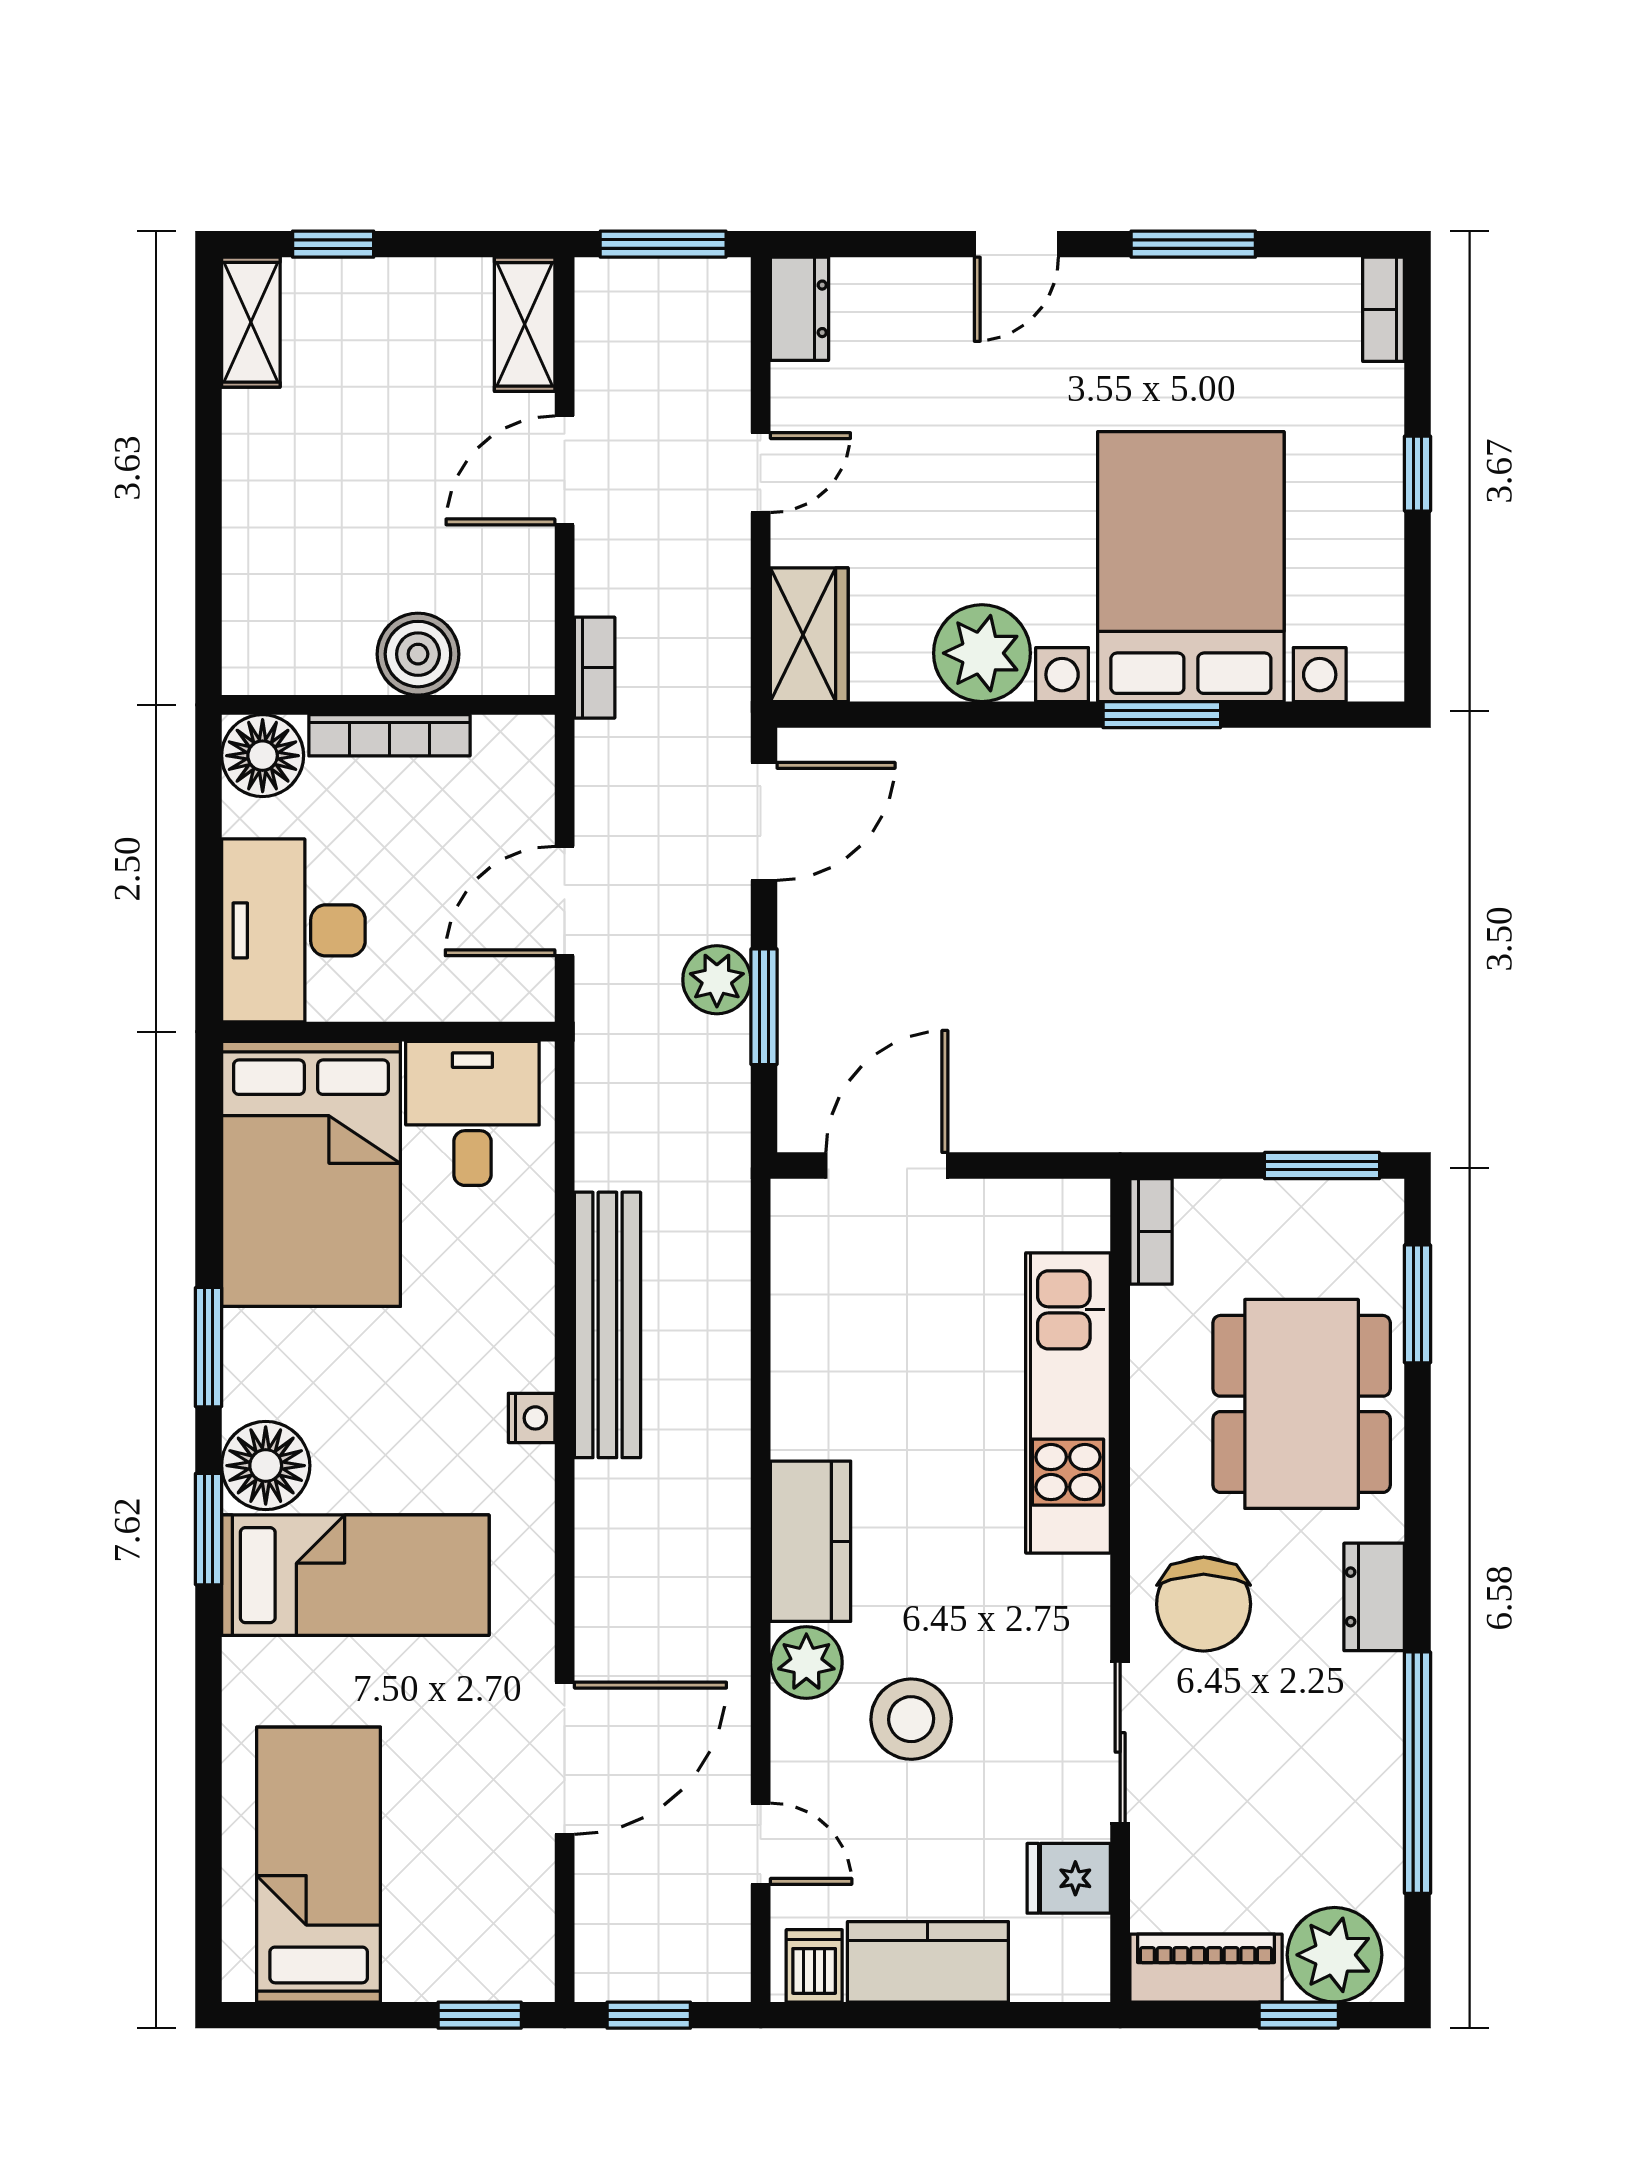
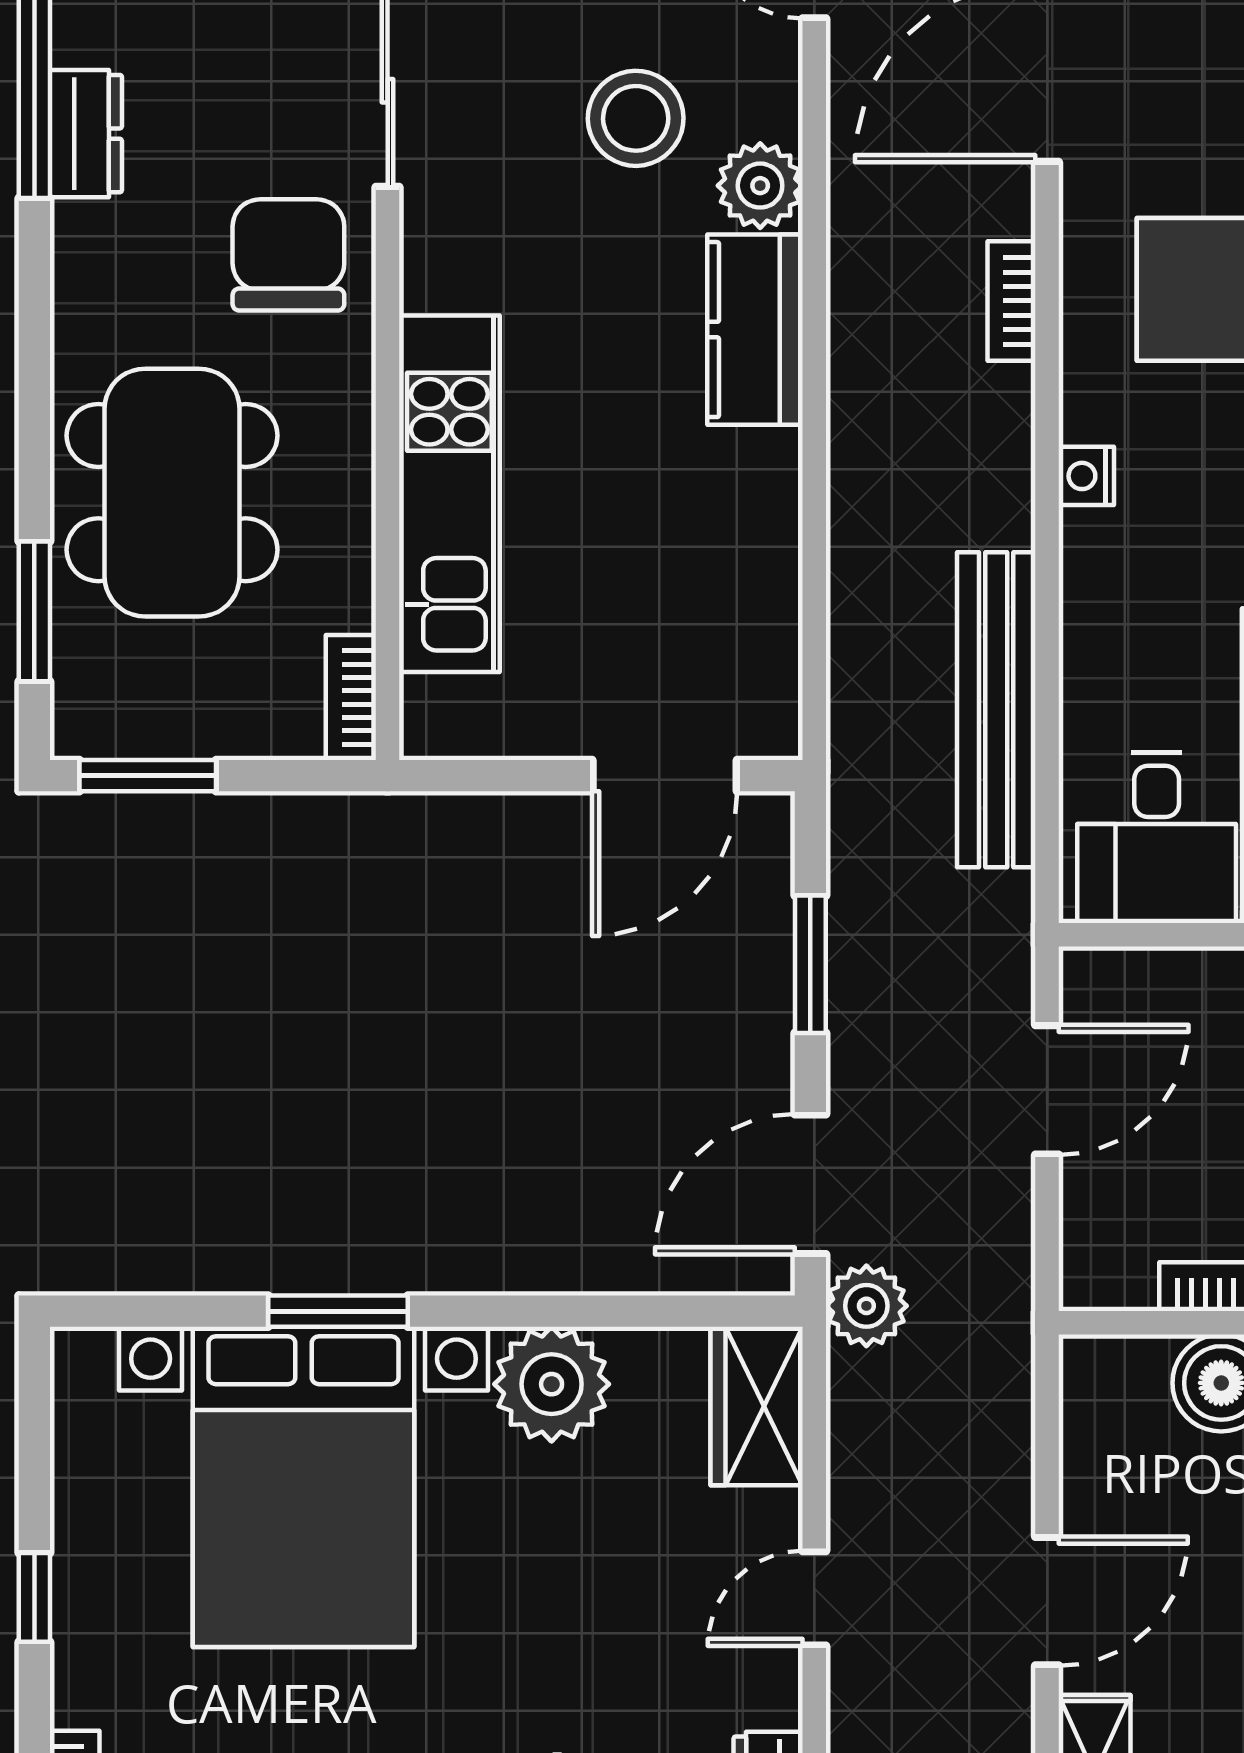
bookcase: (595, 668) -> (1012, 301), moved
plant: (717, 980) -> (866, 1306), moved
bench: (607, 1325) -> (996, 710), moved
dresser: (1374, 1597) -> (86, 134), moved

